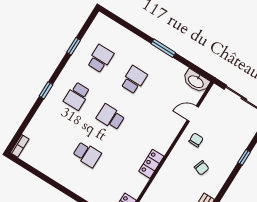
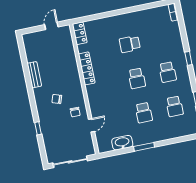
washbasin: (196, 81) -> (122, 143), moved
school desk: (77, 96) -> (168, 72), turned 180
school desk: (111, 117) -> (137, 78), turned 90
locker: (151, 164) -> (87, 68), width x1.53

